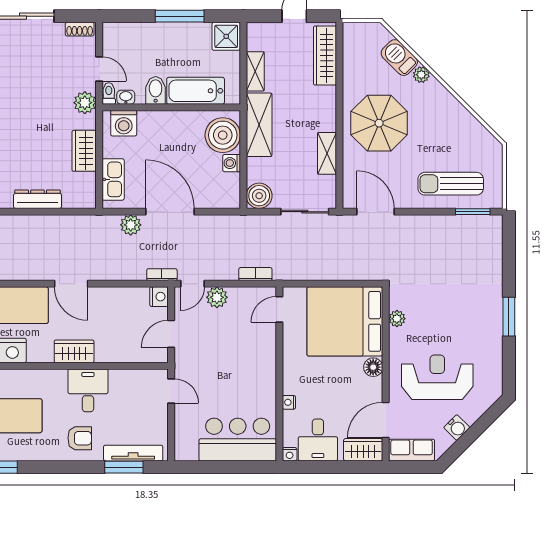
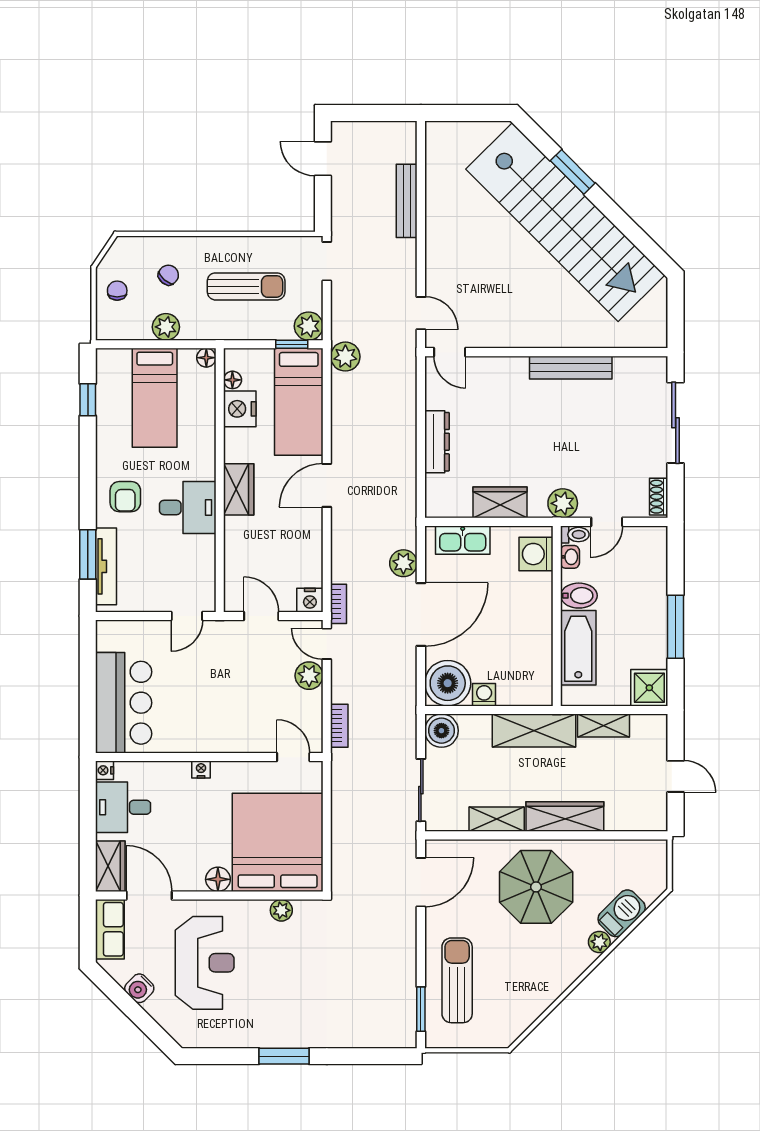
wardrobe: (325, 55) -> (565, 816), moved
boiler: (223, 135) -> (448, 683), moved
nightstand: (289, 402) -> (201, 769), moved

